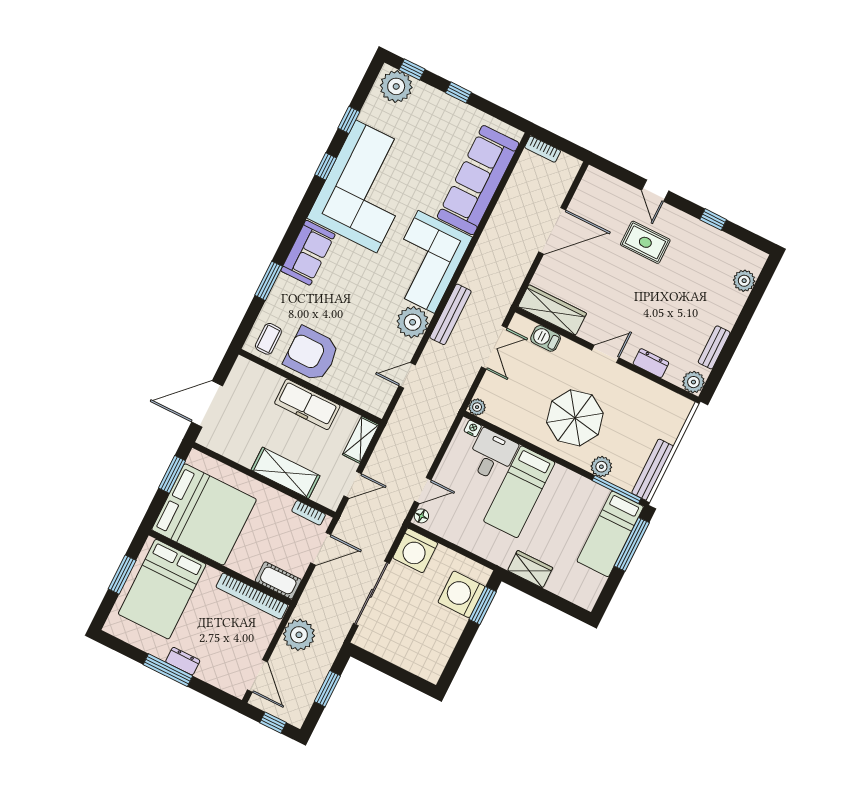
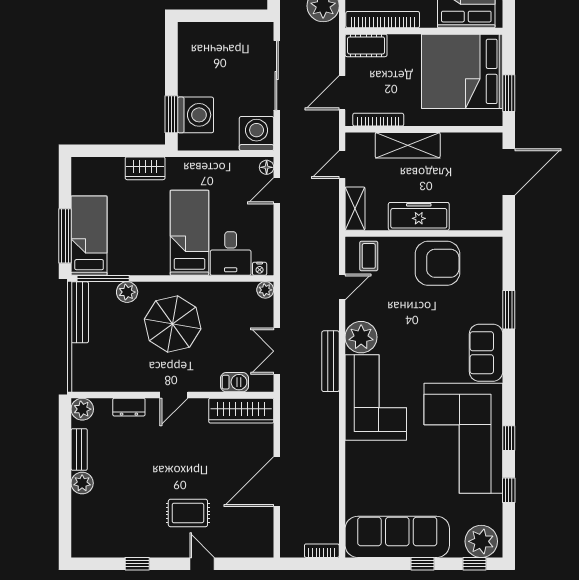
sofa: (478, 180) -> (397, 537), moved, turned -90
plant: (744, 281) -> (82, 483), moved
coffee table: (268, 339) -> (369, 256), moved
bookcase: (309, 513) -> (378, 120), width x1.56

